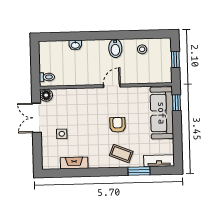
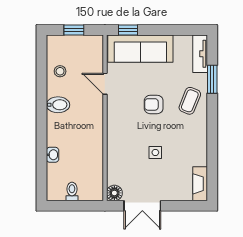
toilet: (47, 77) -> (72, 191), moved
door: (112, 86) -> (105, 84), moved
side table: (62, 134) -> (155, 152), moved
fireplace: (74, 163) -> (200, 184), moved

